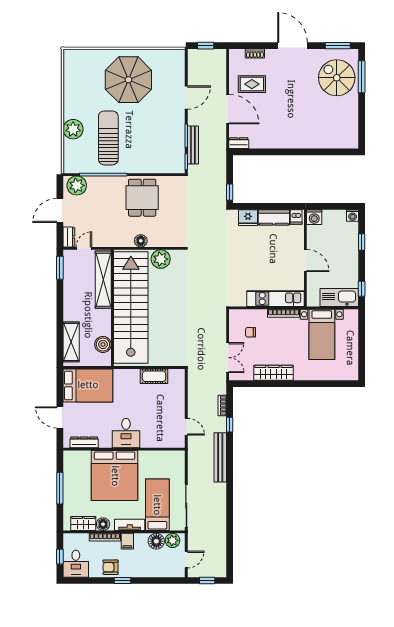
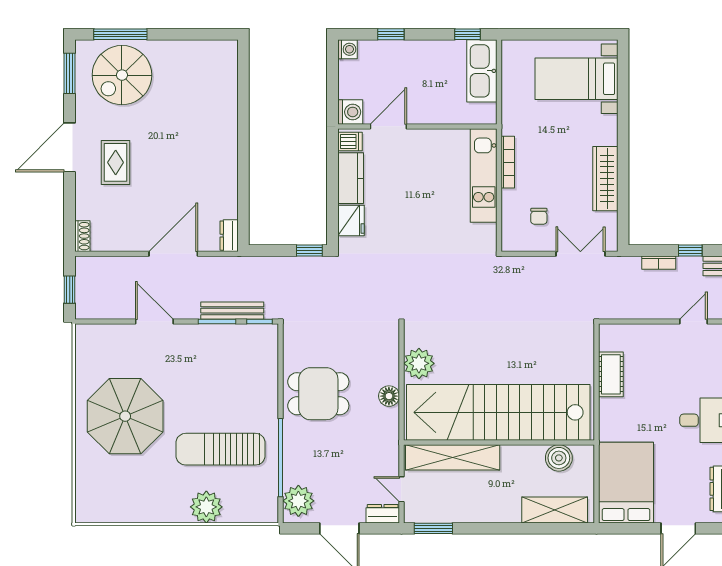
shoe rack: (255, 54) -> (82, 236), moved
rug: (252, 84) -> (116, 162), moved
door: (305, 261) -> (388, 126), moved
bed with nightstands: (322, 334) -> (576, 79), moved, turned 180

